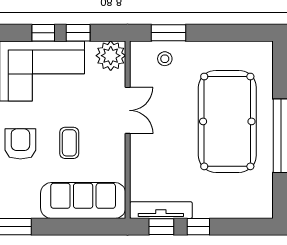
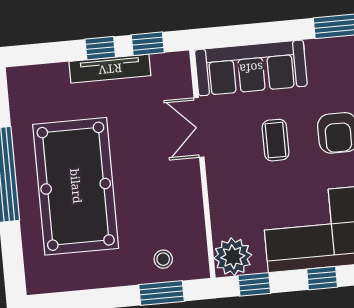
window: (78, 33) -> (254, 284), moved
double door: (128, 110) -> (199, 127), moved
tv unit: (161, 210) -> (110, 69), moved

